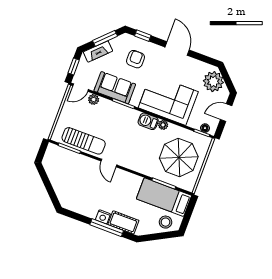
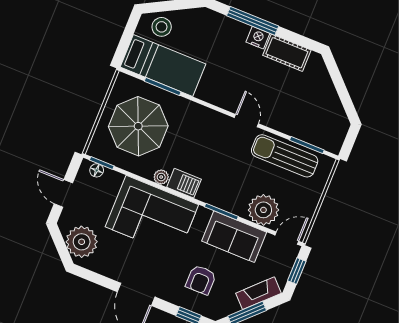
plant: (94, 99) -> (263, 210), width x1.88, depth x1.88
door: (226, 113) -> (63, 193), swing flipped
cot: (123, 222) -> (287, 53), moved

